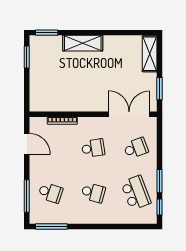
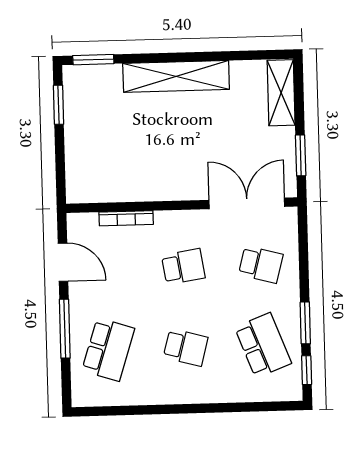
shelving: (83, 43) -> (176, 76), width x1.47
school desk: (136, 148) -> (261, 264), turned 36
school desk: (50, 193) -> (108, 350), width x1.85
window: (27, 196) -> (65, 329), moved
window: (51, 227) -> (112, 411), removed

